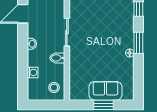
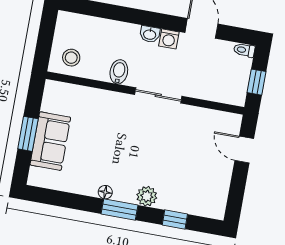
plant: (128, 28) -> (147, 196), added
washing machine: (33, 72) -> (169, 39), moved

